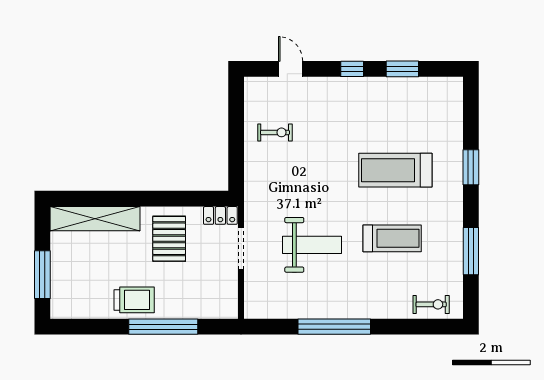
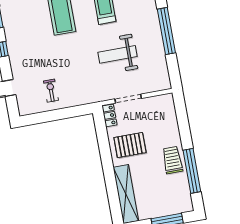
weight bench: (312, 245) -> (117, 54), turned -90
window: (163, 327) -> (192, 171), moved

